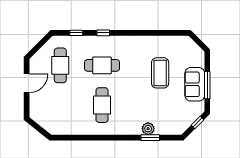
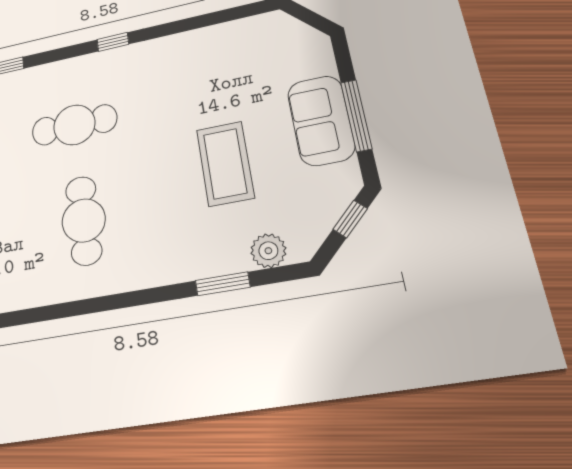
window: (103, 33) -> (113, 42), moved
coffee table: (160, 73) -> (225, 164), moved
plant: (148, 129) -> (268, 251), moved

